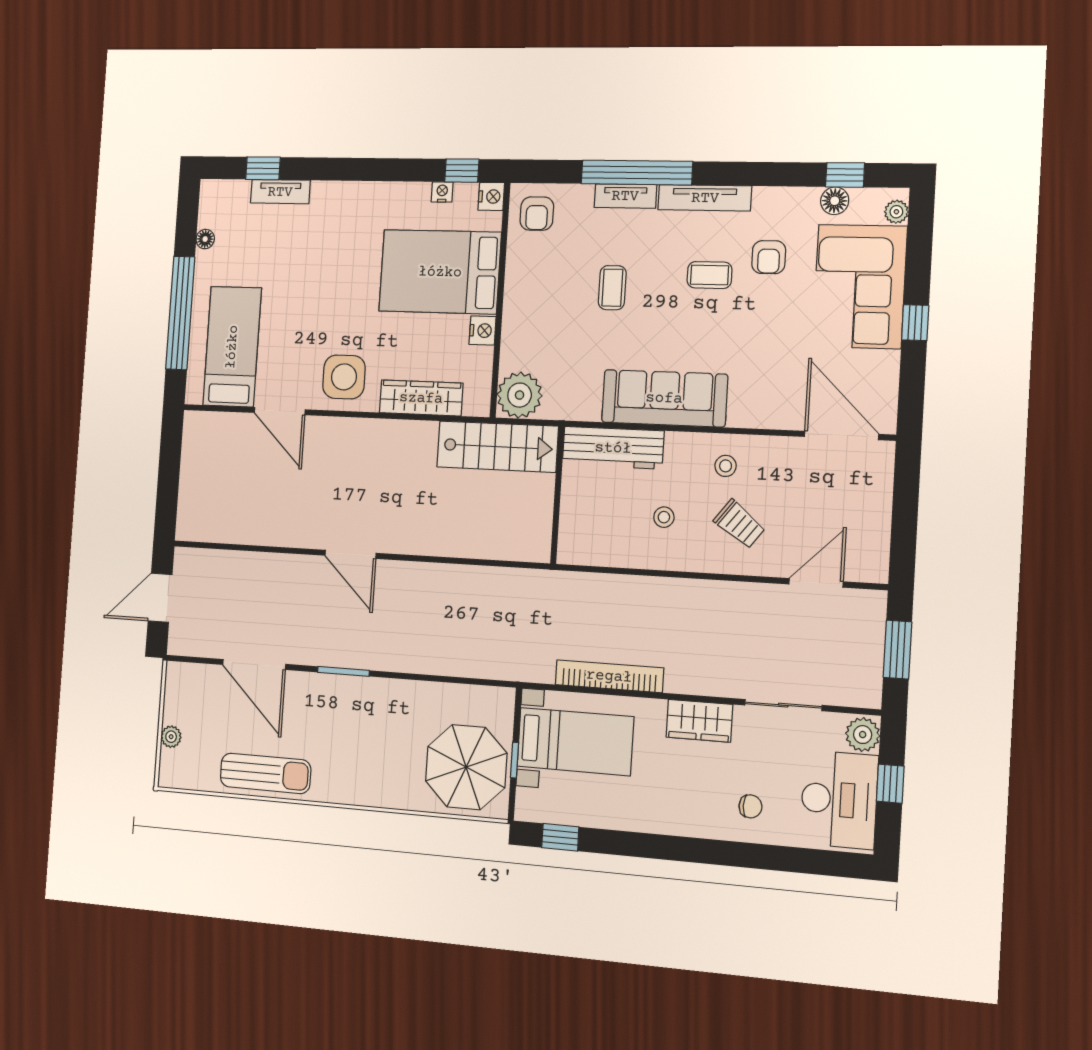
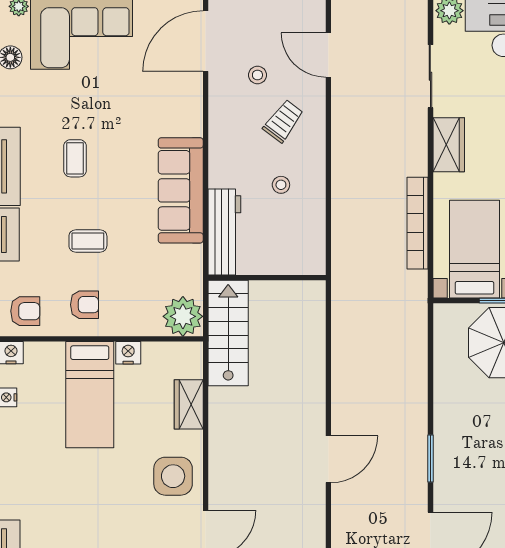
armchair: (769, 257) -> (85, 305), moved
bed: (440, 272) -> (90, 395), width x0.67
wardrobe: (421, 398) -> (189, 404), width x0.67
stool: (726, 466) -> (257, 75), moved

